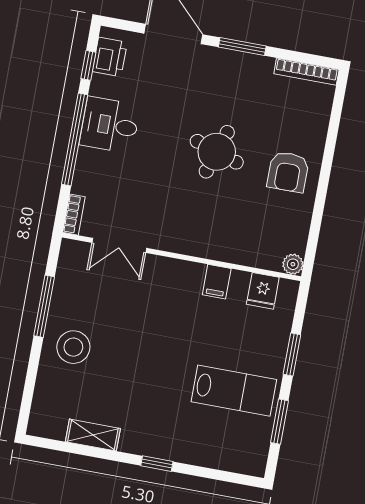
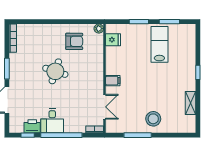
printer: (110, 57) -> (32, 126), moved
armchair: (288, 172) -> (74, 41), moved
filing cabinet: (217, 282) -> (113, 81), moved

